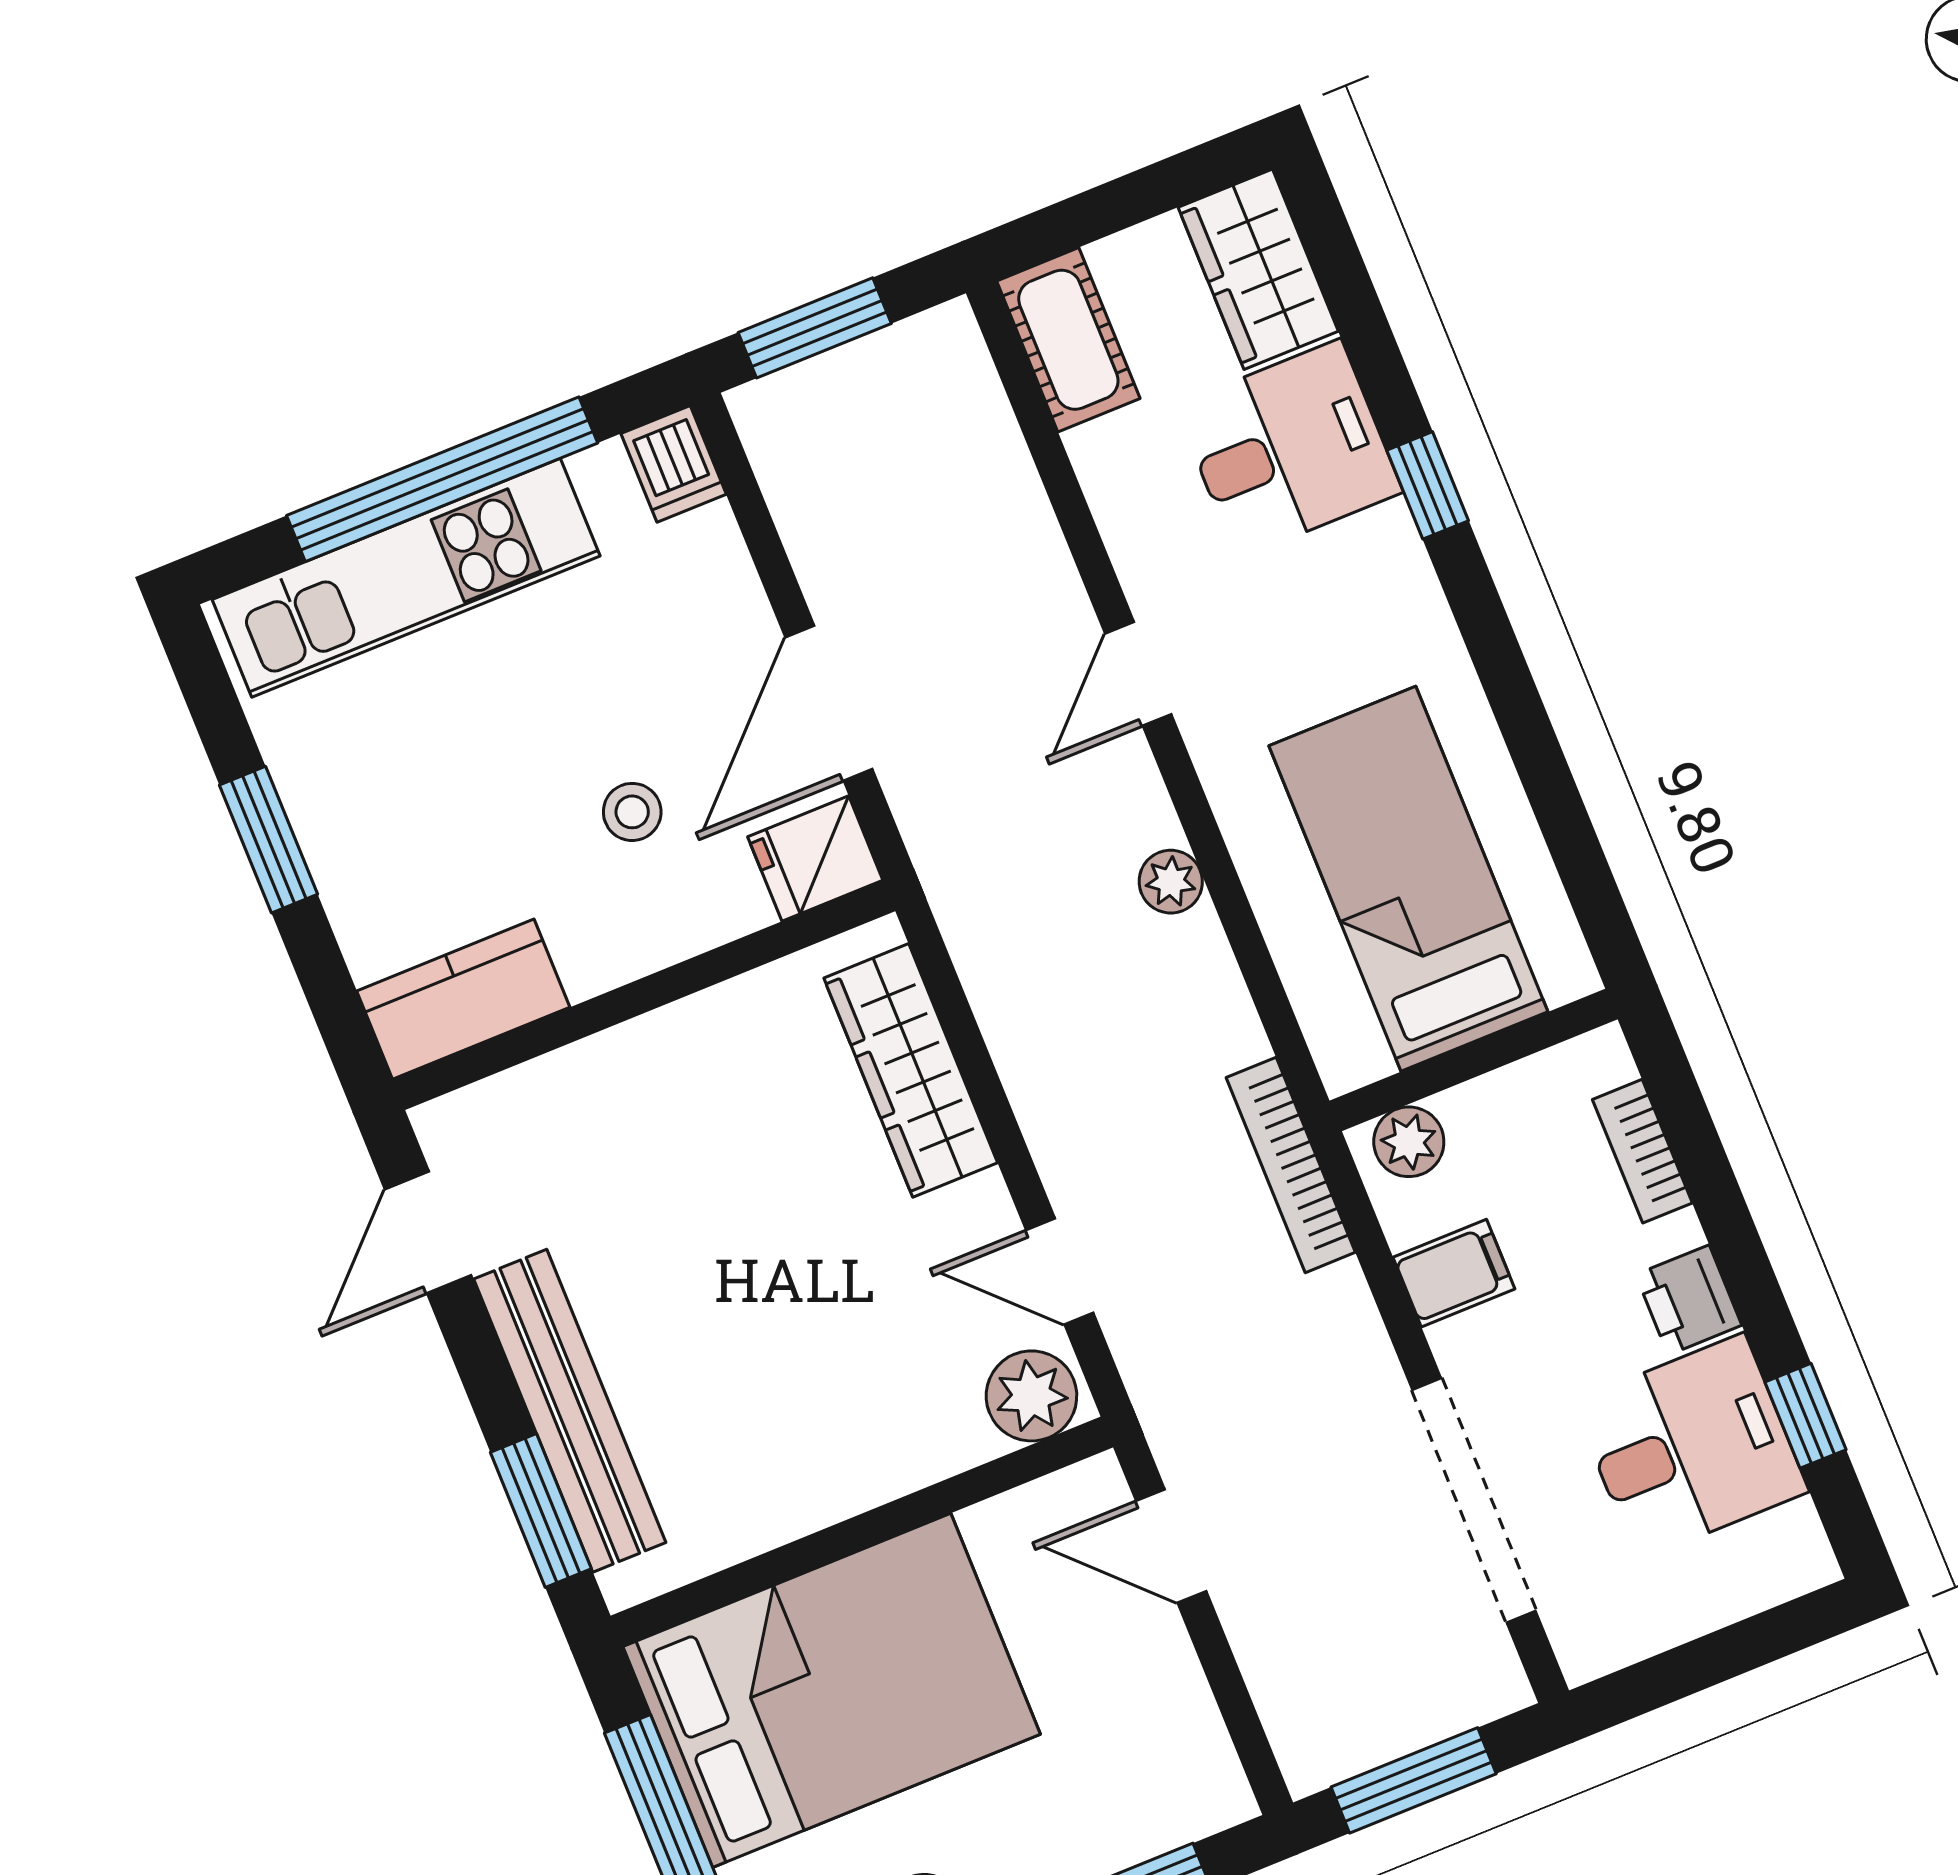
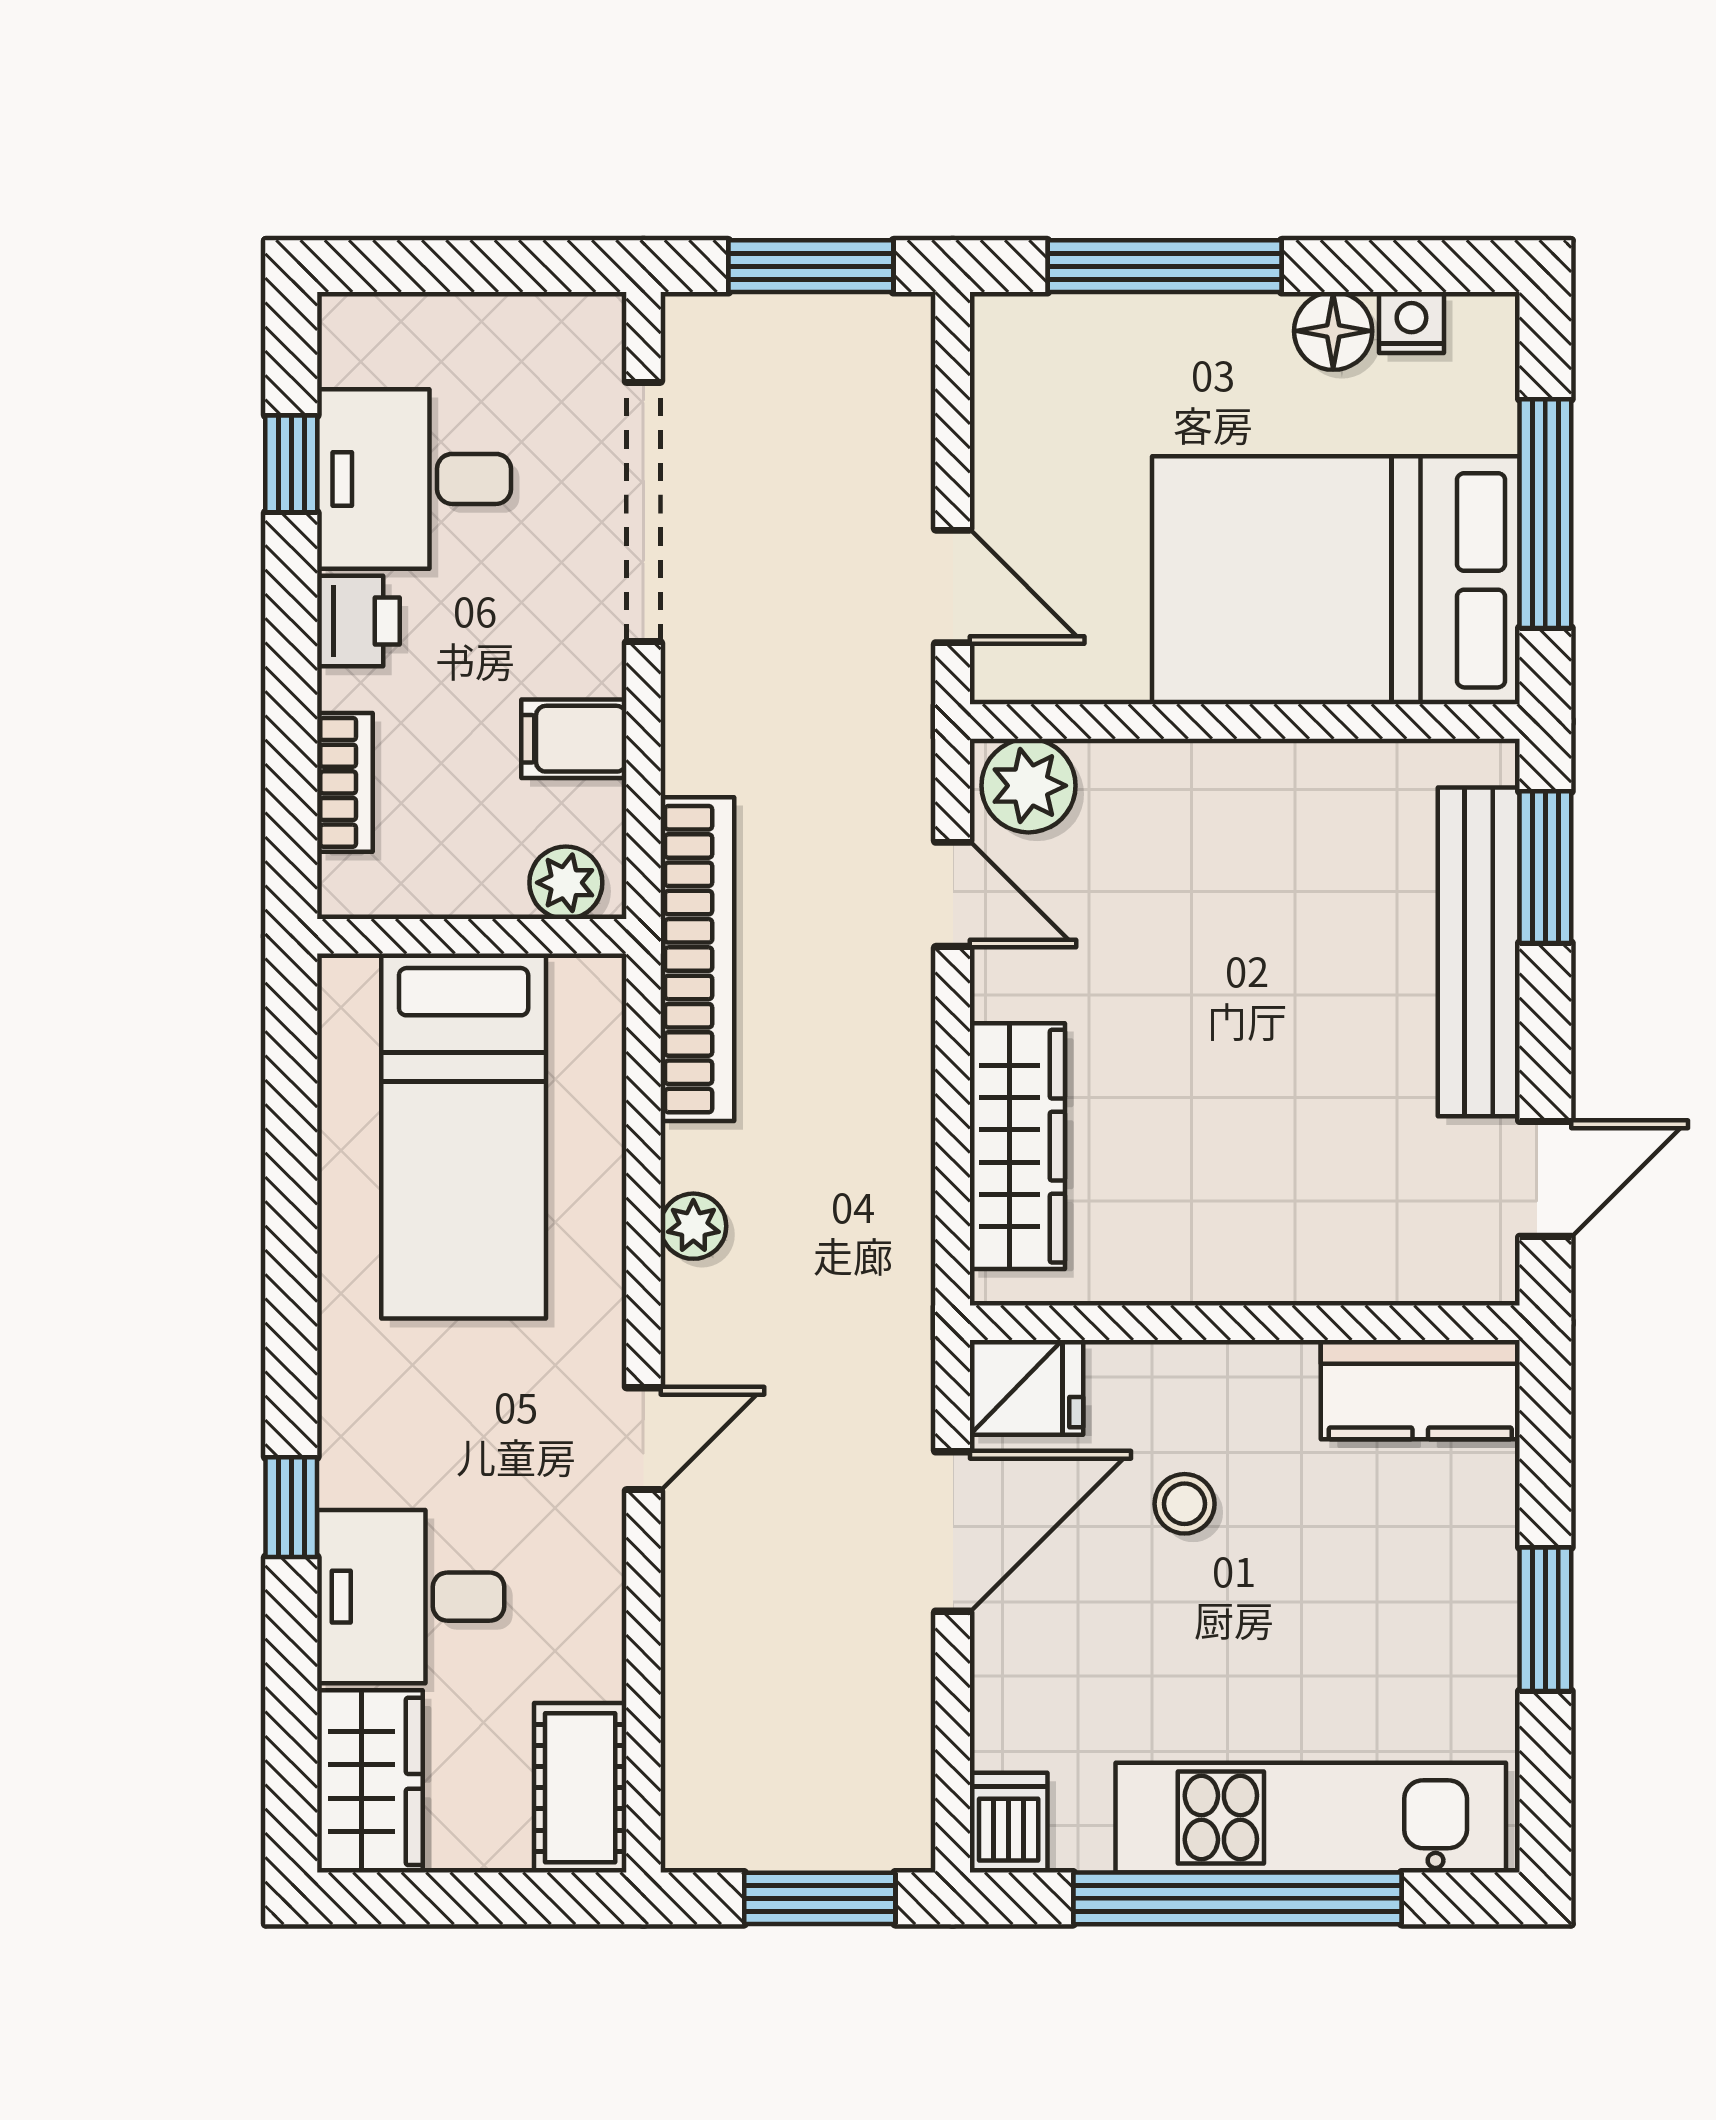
bookcase: (1291, 1165) -> (697, 959), width x1.48, depth x1.31

